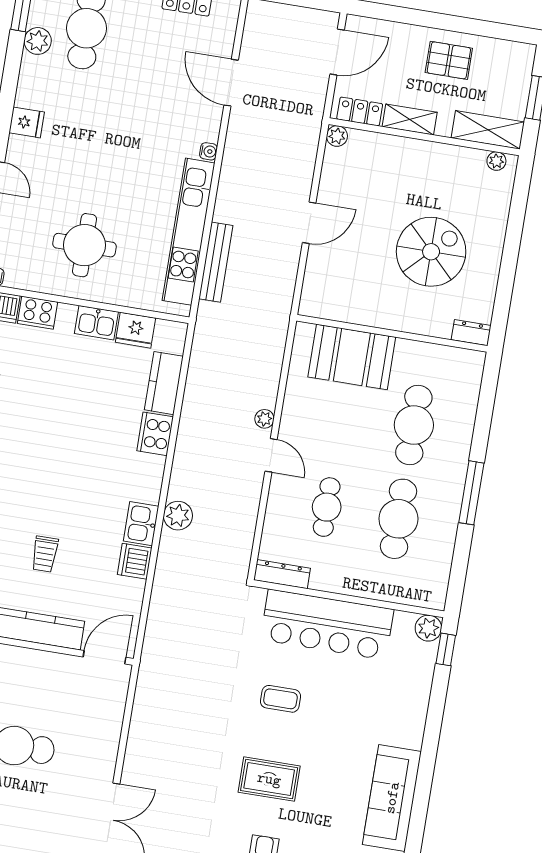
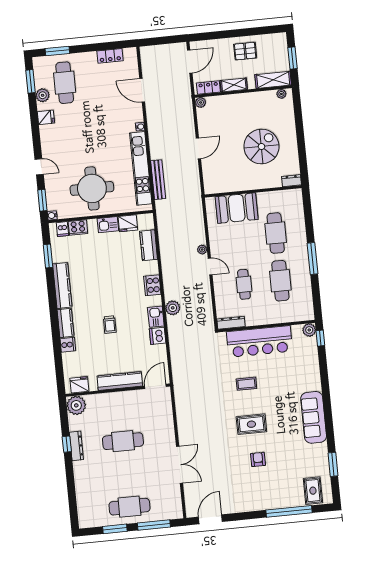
fridge: (27, 122) -> (46, 117), moved
round table: (84, 245) -> (92, 188), width x1.36, depth x1.36
cooker: (155, 434) -> (152, 285), moved
trolley: (45, 554) -> (110, 325), moved

